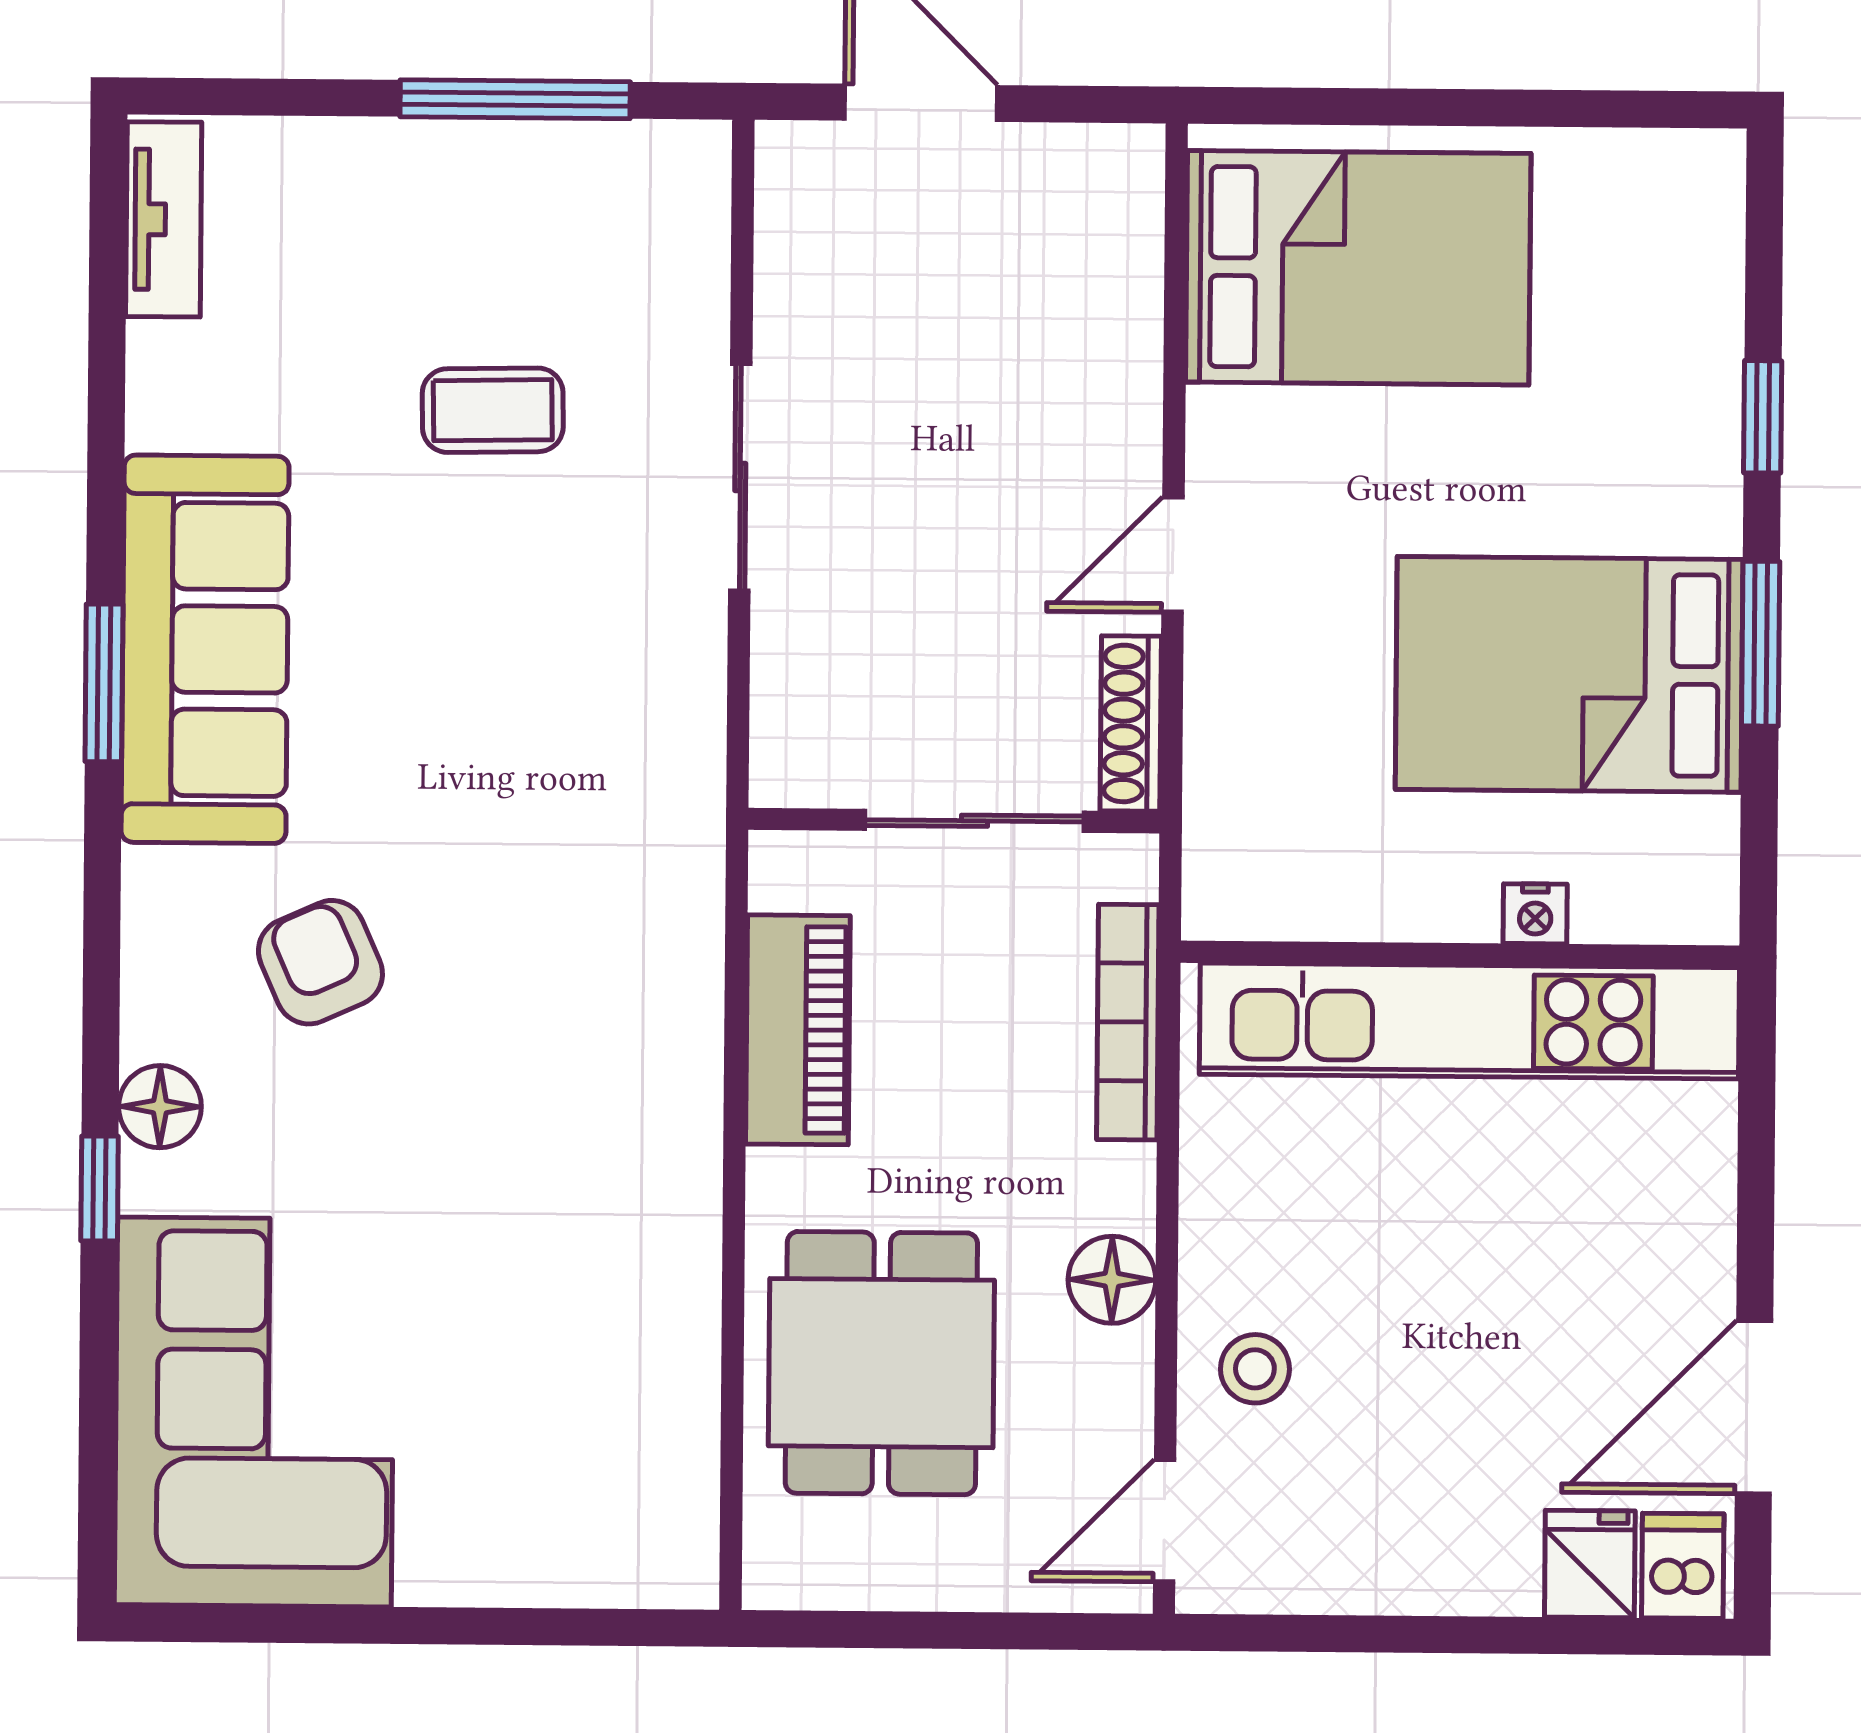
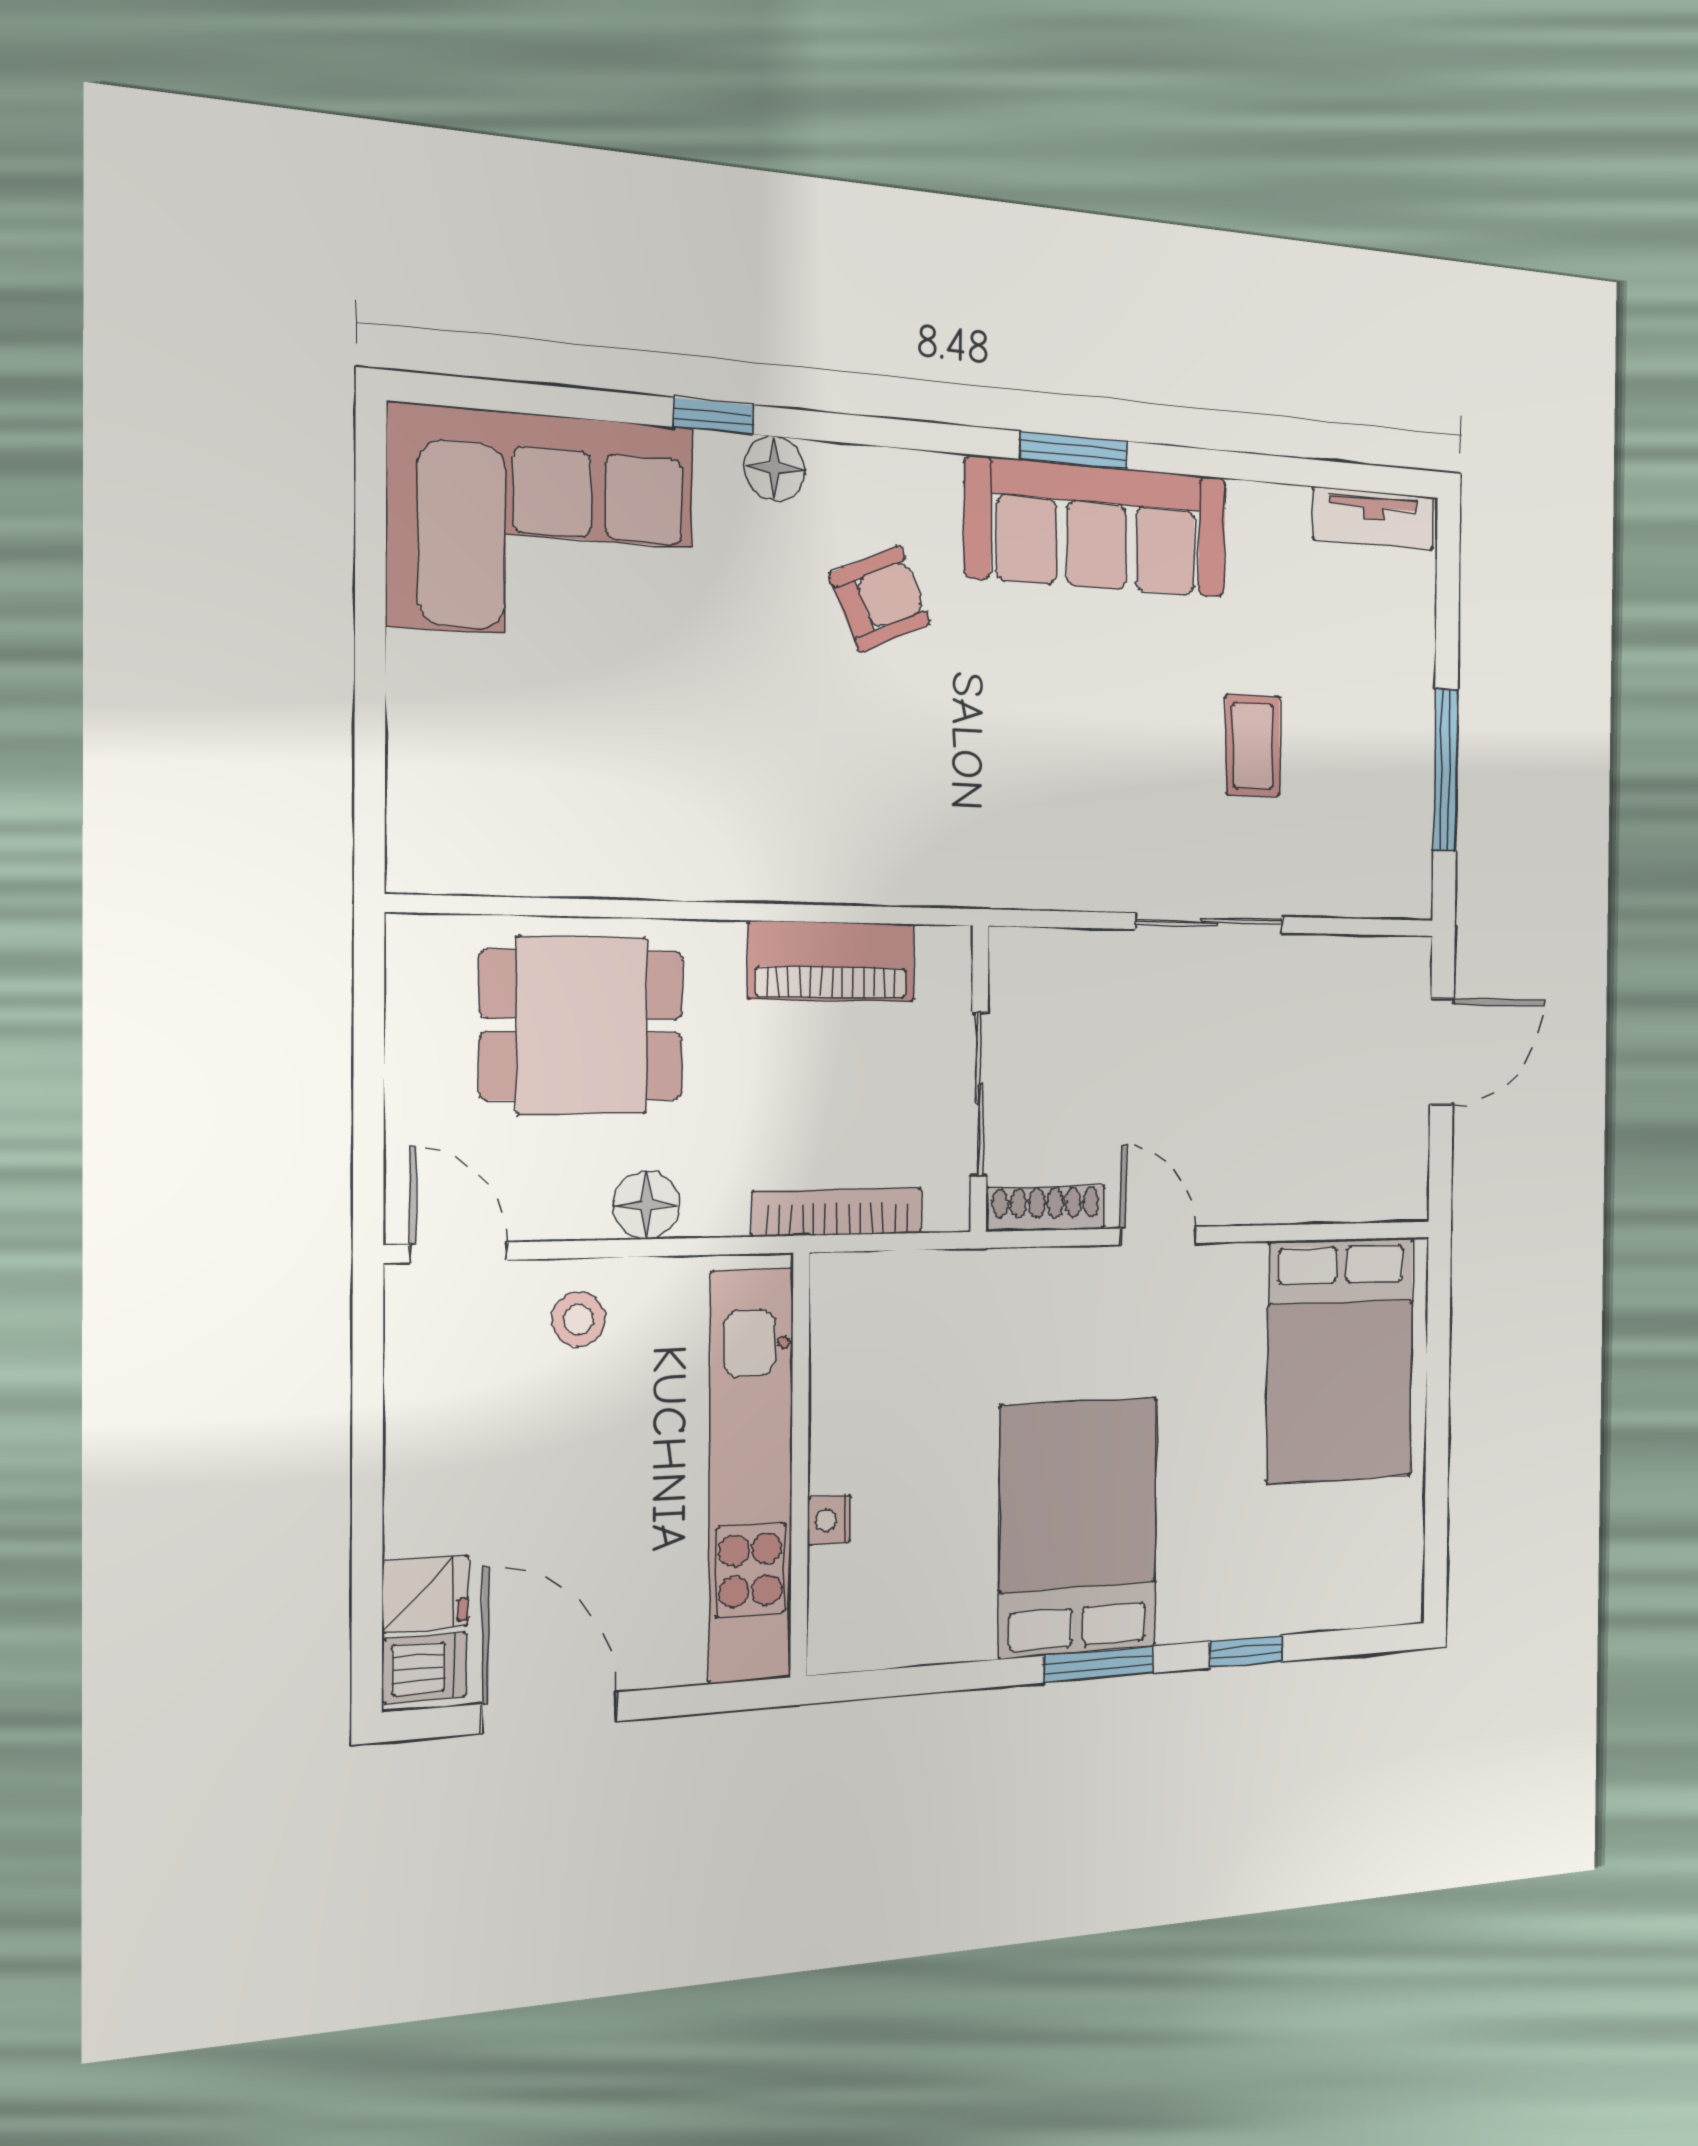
nightstand: (1535, 914) -> (829, 1520), moved
wall: (1460, 954) -> (800, 1465), moved
kitchen unit: (1469, 1021) -> (751, 1475), moved

